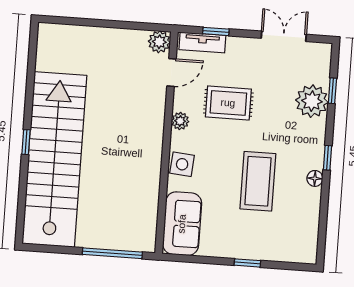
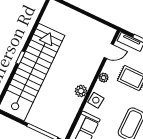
plant: (159, 42) -> (81, 91), moved

